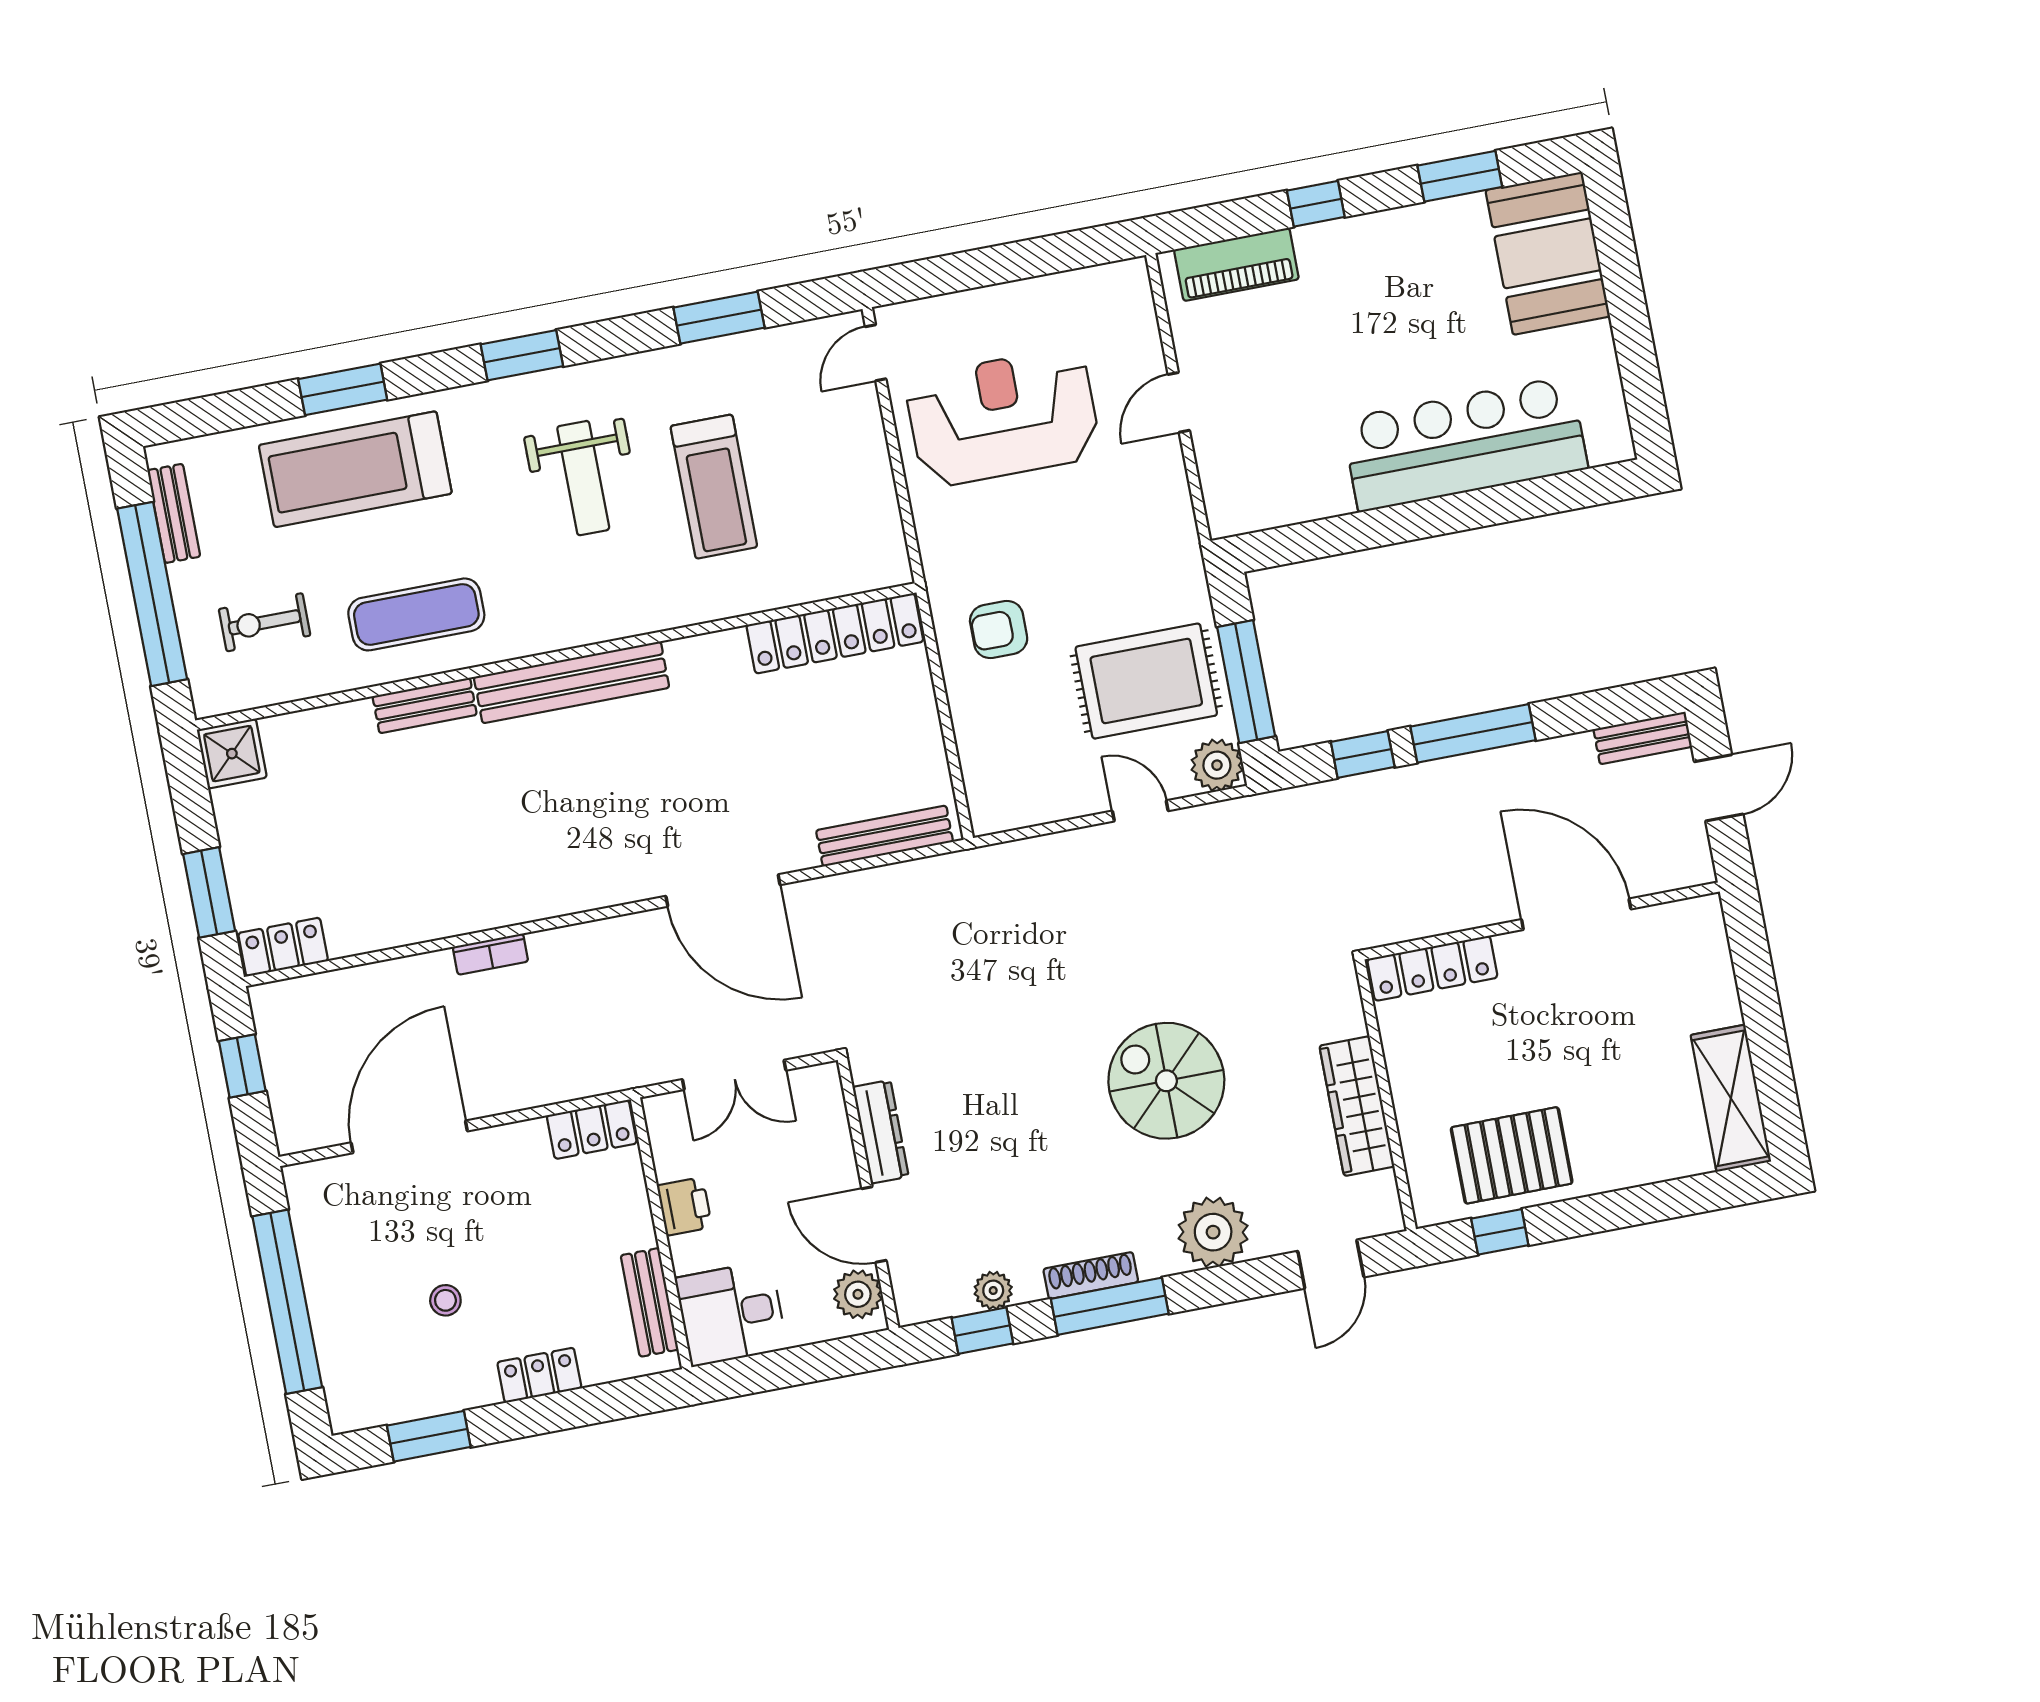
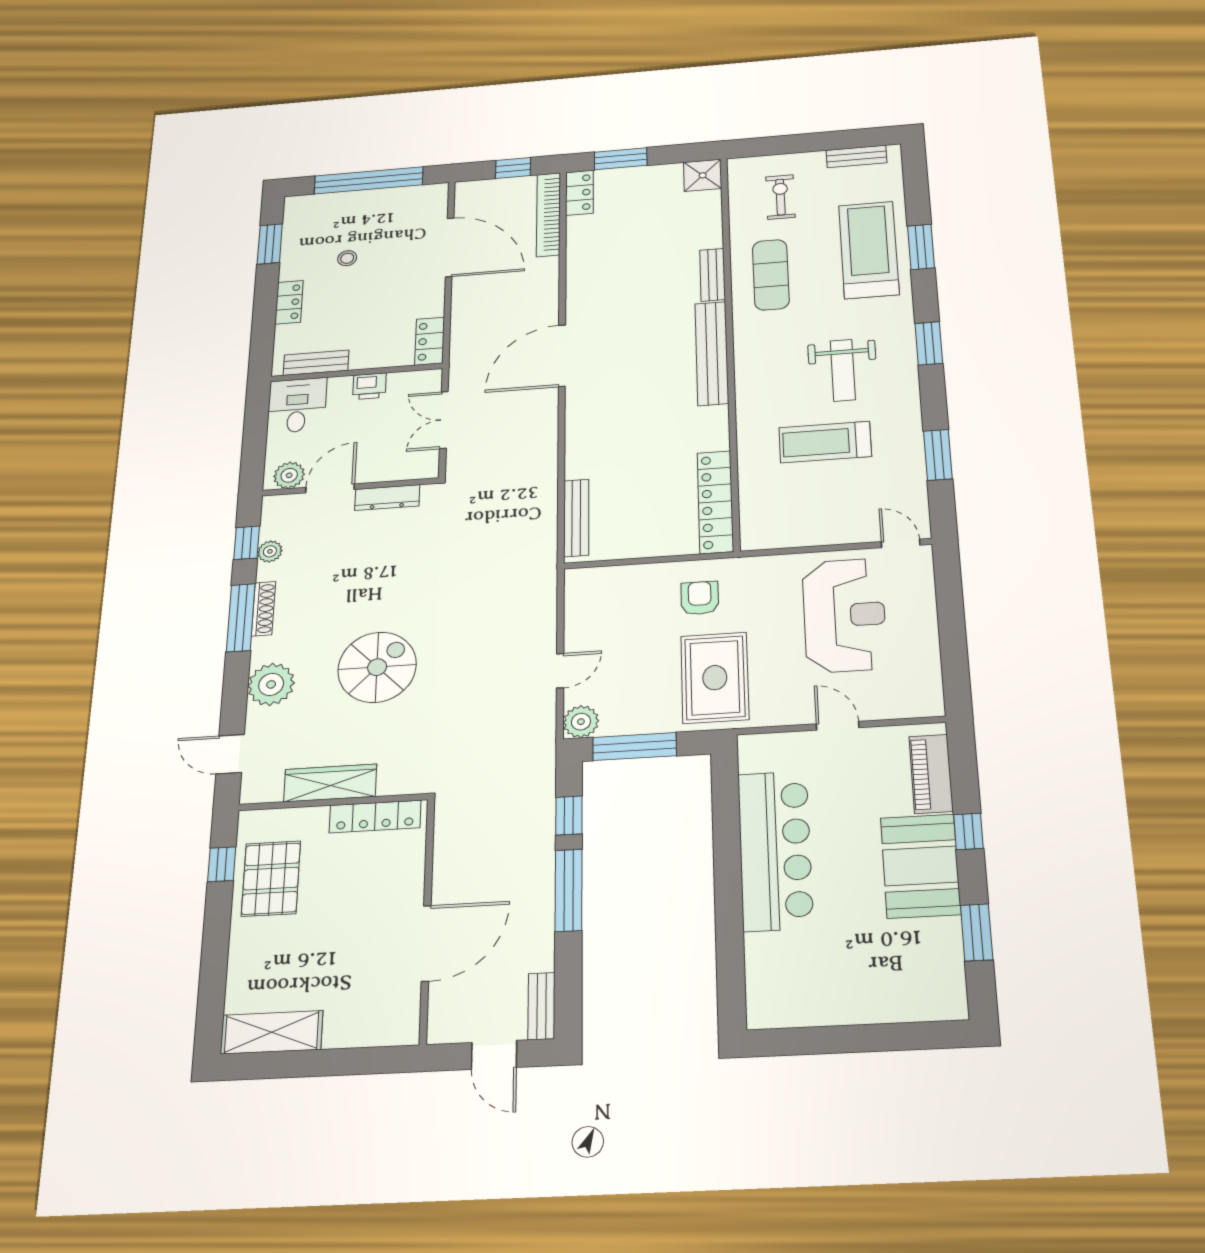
booth: (1548, 253) -> (921, 866), moved, turned 90
bar counter: (1465, 444) -> (775, 850), moved
weight bench: (583, 478) -> (843, 370), turned -90
window: (152, 594) -> (808, 143), removed
rug: (1146, 681) -> (715, 678), moved
door: (723, 890) -> (562, 356), moved
bookcase: (490, 954) -> (548, 214), moved, width x2.31, depth x1.31
locker: (1432, 968) -> (375, 817), moved, turned -90

